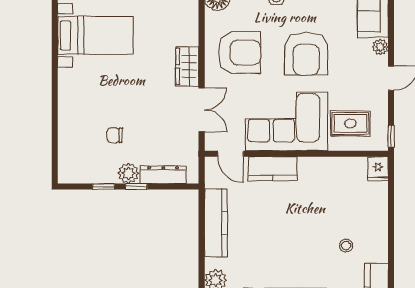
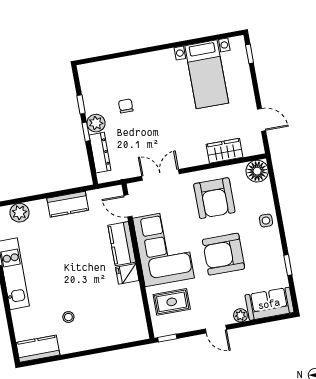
wardrobe: (187, 66) -> (225, 151), moved
double door: (202, 110) -> (160, 175), swing flipped
rug: (350, 123) -> (172, 302), turned 90
door: (230, 154) -> (128, 206), hinge flipped
fridge: (378, 169) -> (127, 274), moved
kitchen counter: (216, 223) -> (68, 204), width x0.67

